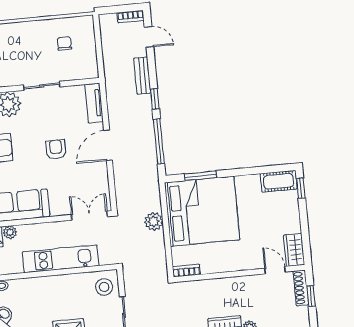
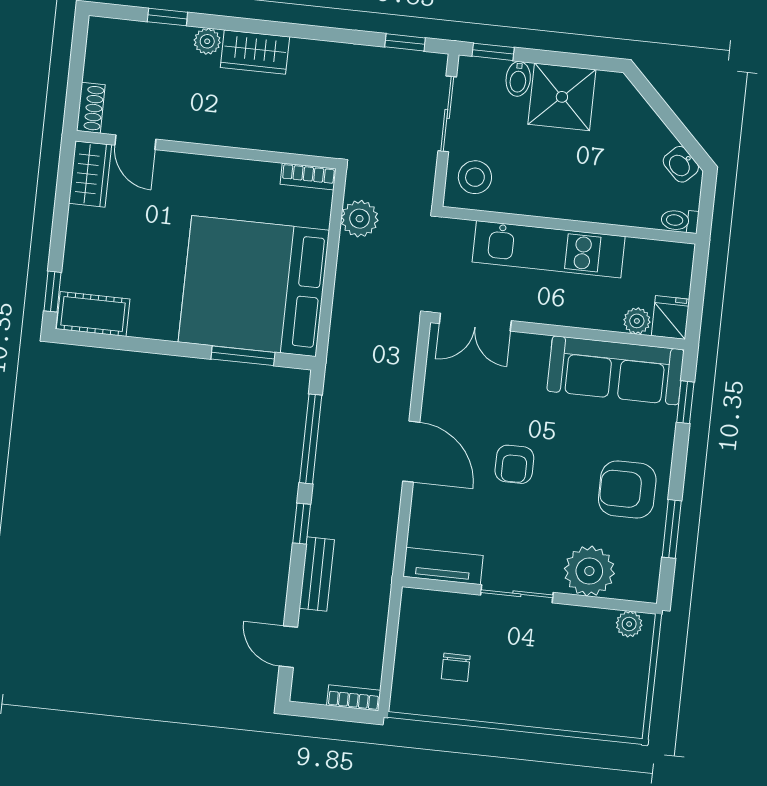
bookcase: (130, 16) -> (354, 698), moved
tv unit: (94, 103) -> (443, 566), moved, turned -90
door: (108, 145) -> (411, 452), hinge flipped
plant: (154, 221) -> (360, 219), moved
shoe rack: (301, 288) -> (91, 108), width x0.70
window: (311, 296) -> (75, 77), removed

